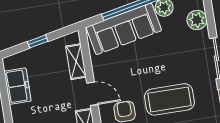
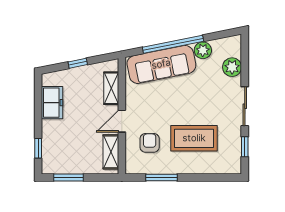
door: (92, 94) -> (122, 121), swing flipped

